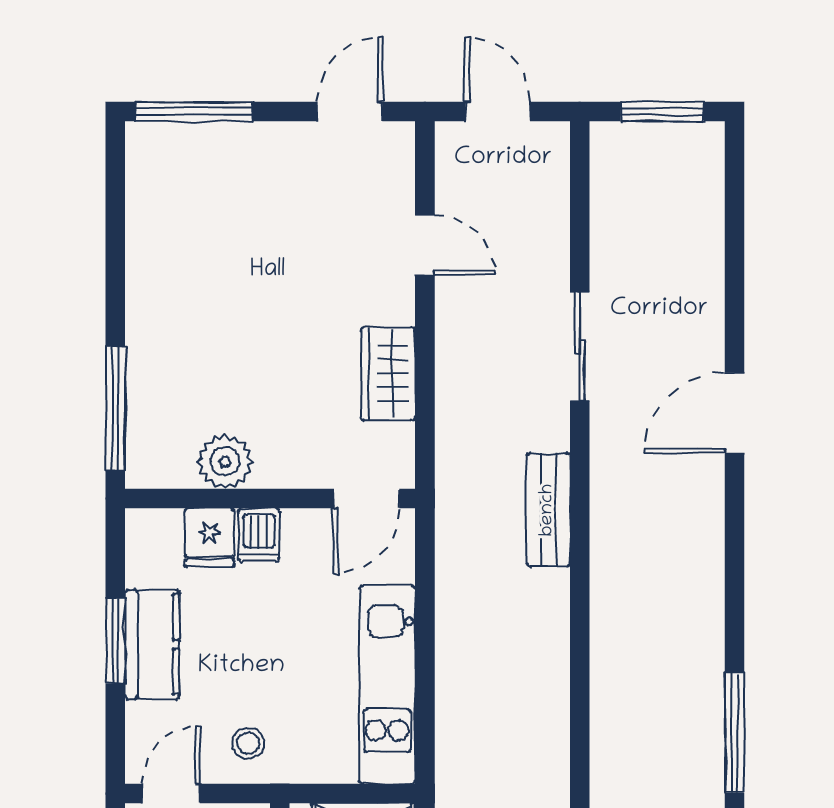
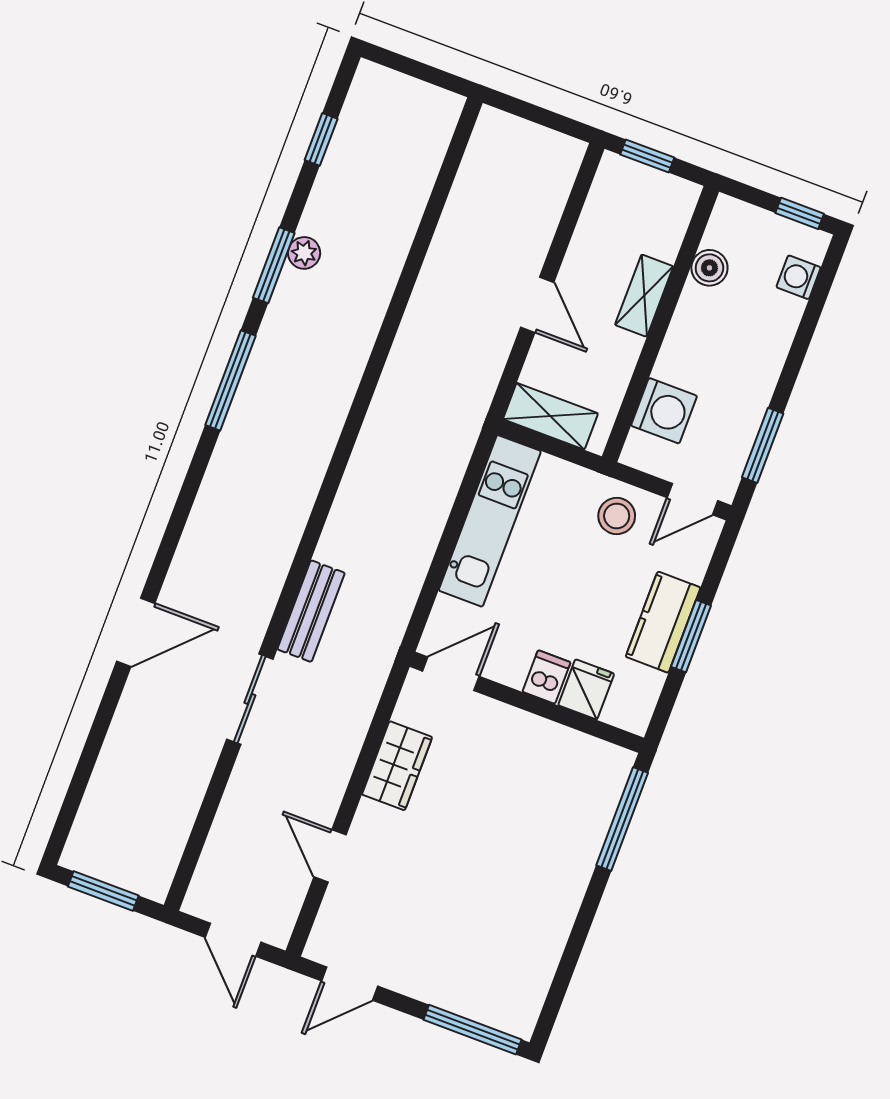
sliding door: (580, 347) -> (250, 699), moved
plant: (225, 462) -> (552, 745), removed
stool: (248, 743) -> (617, 516), width x1.37, depth x1.37

